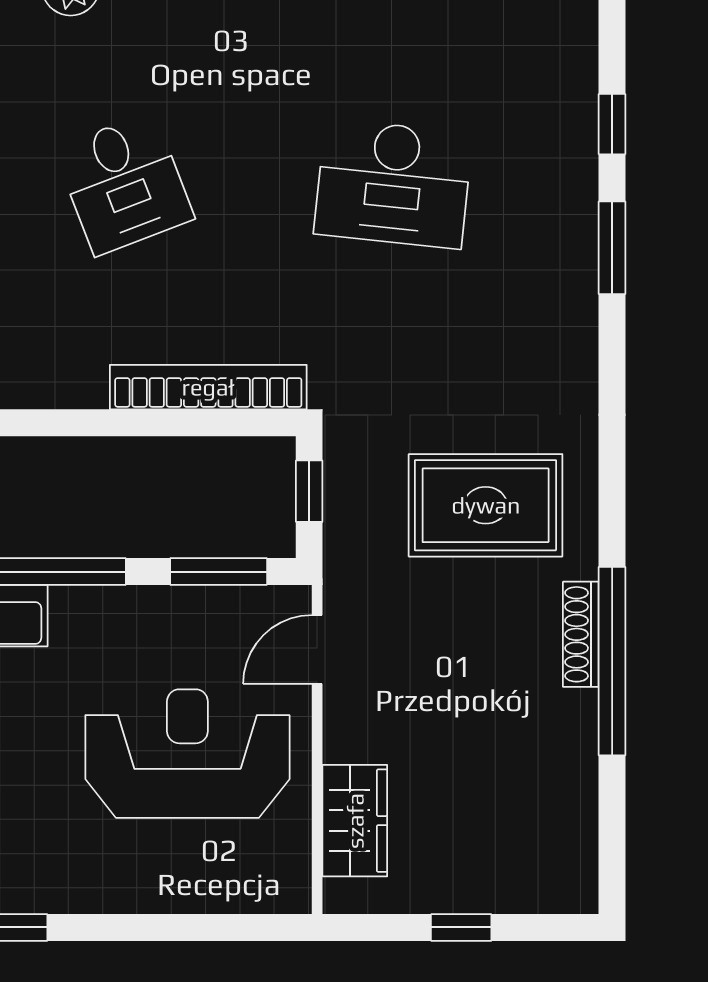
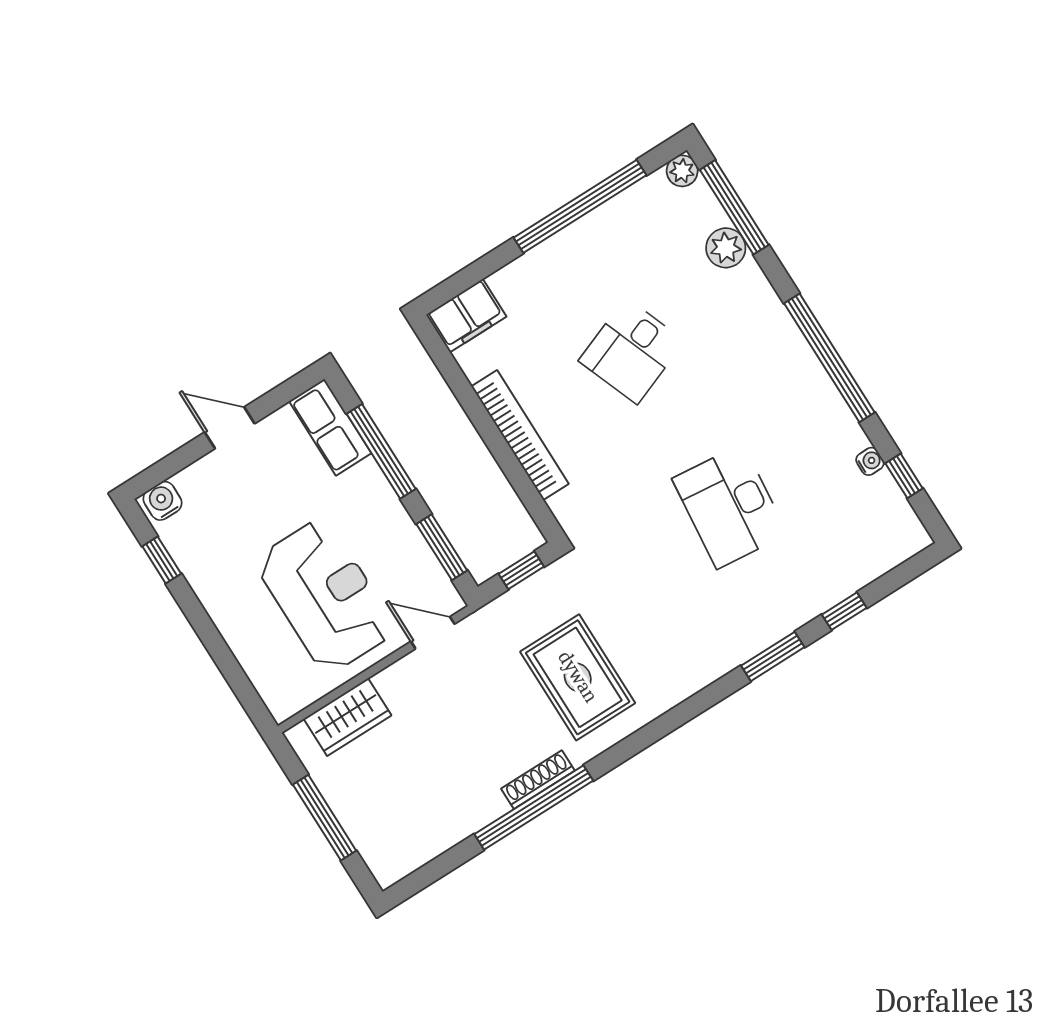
bookcase: (208, 387) -> (520, 435), moved
window: (461, 927) -> (325, 818), width x2.17

